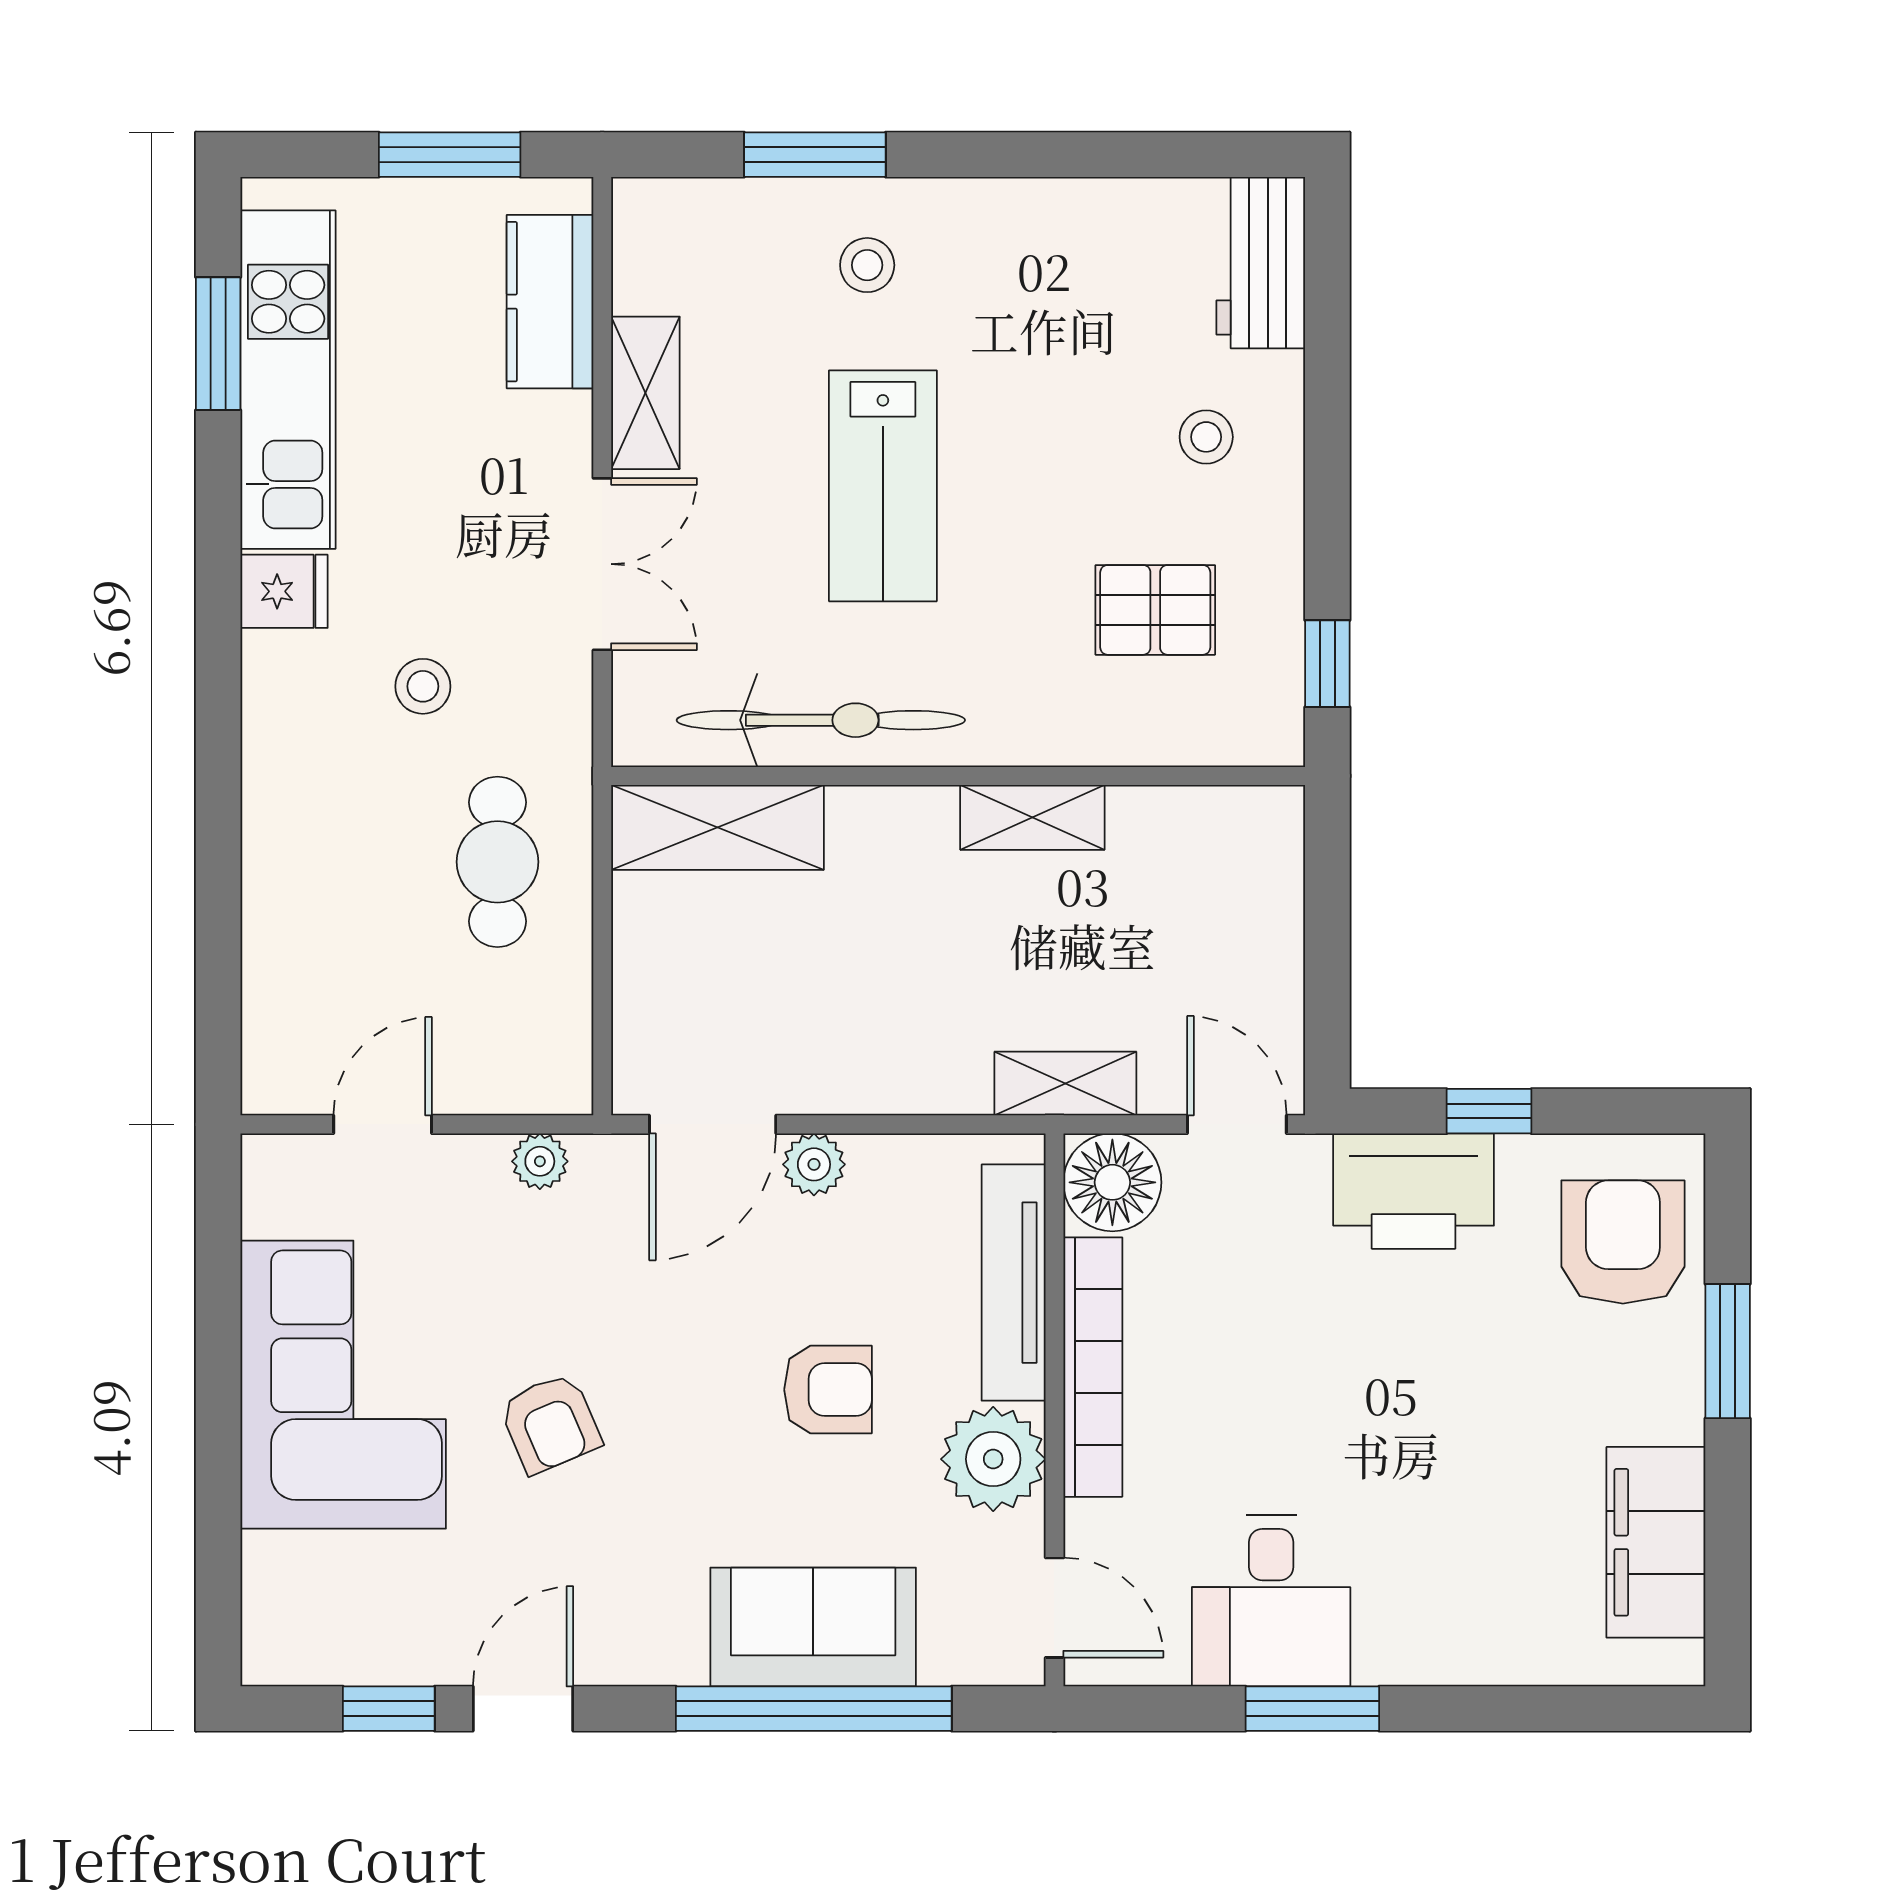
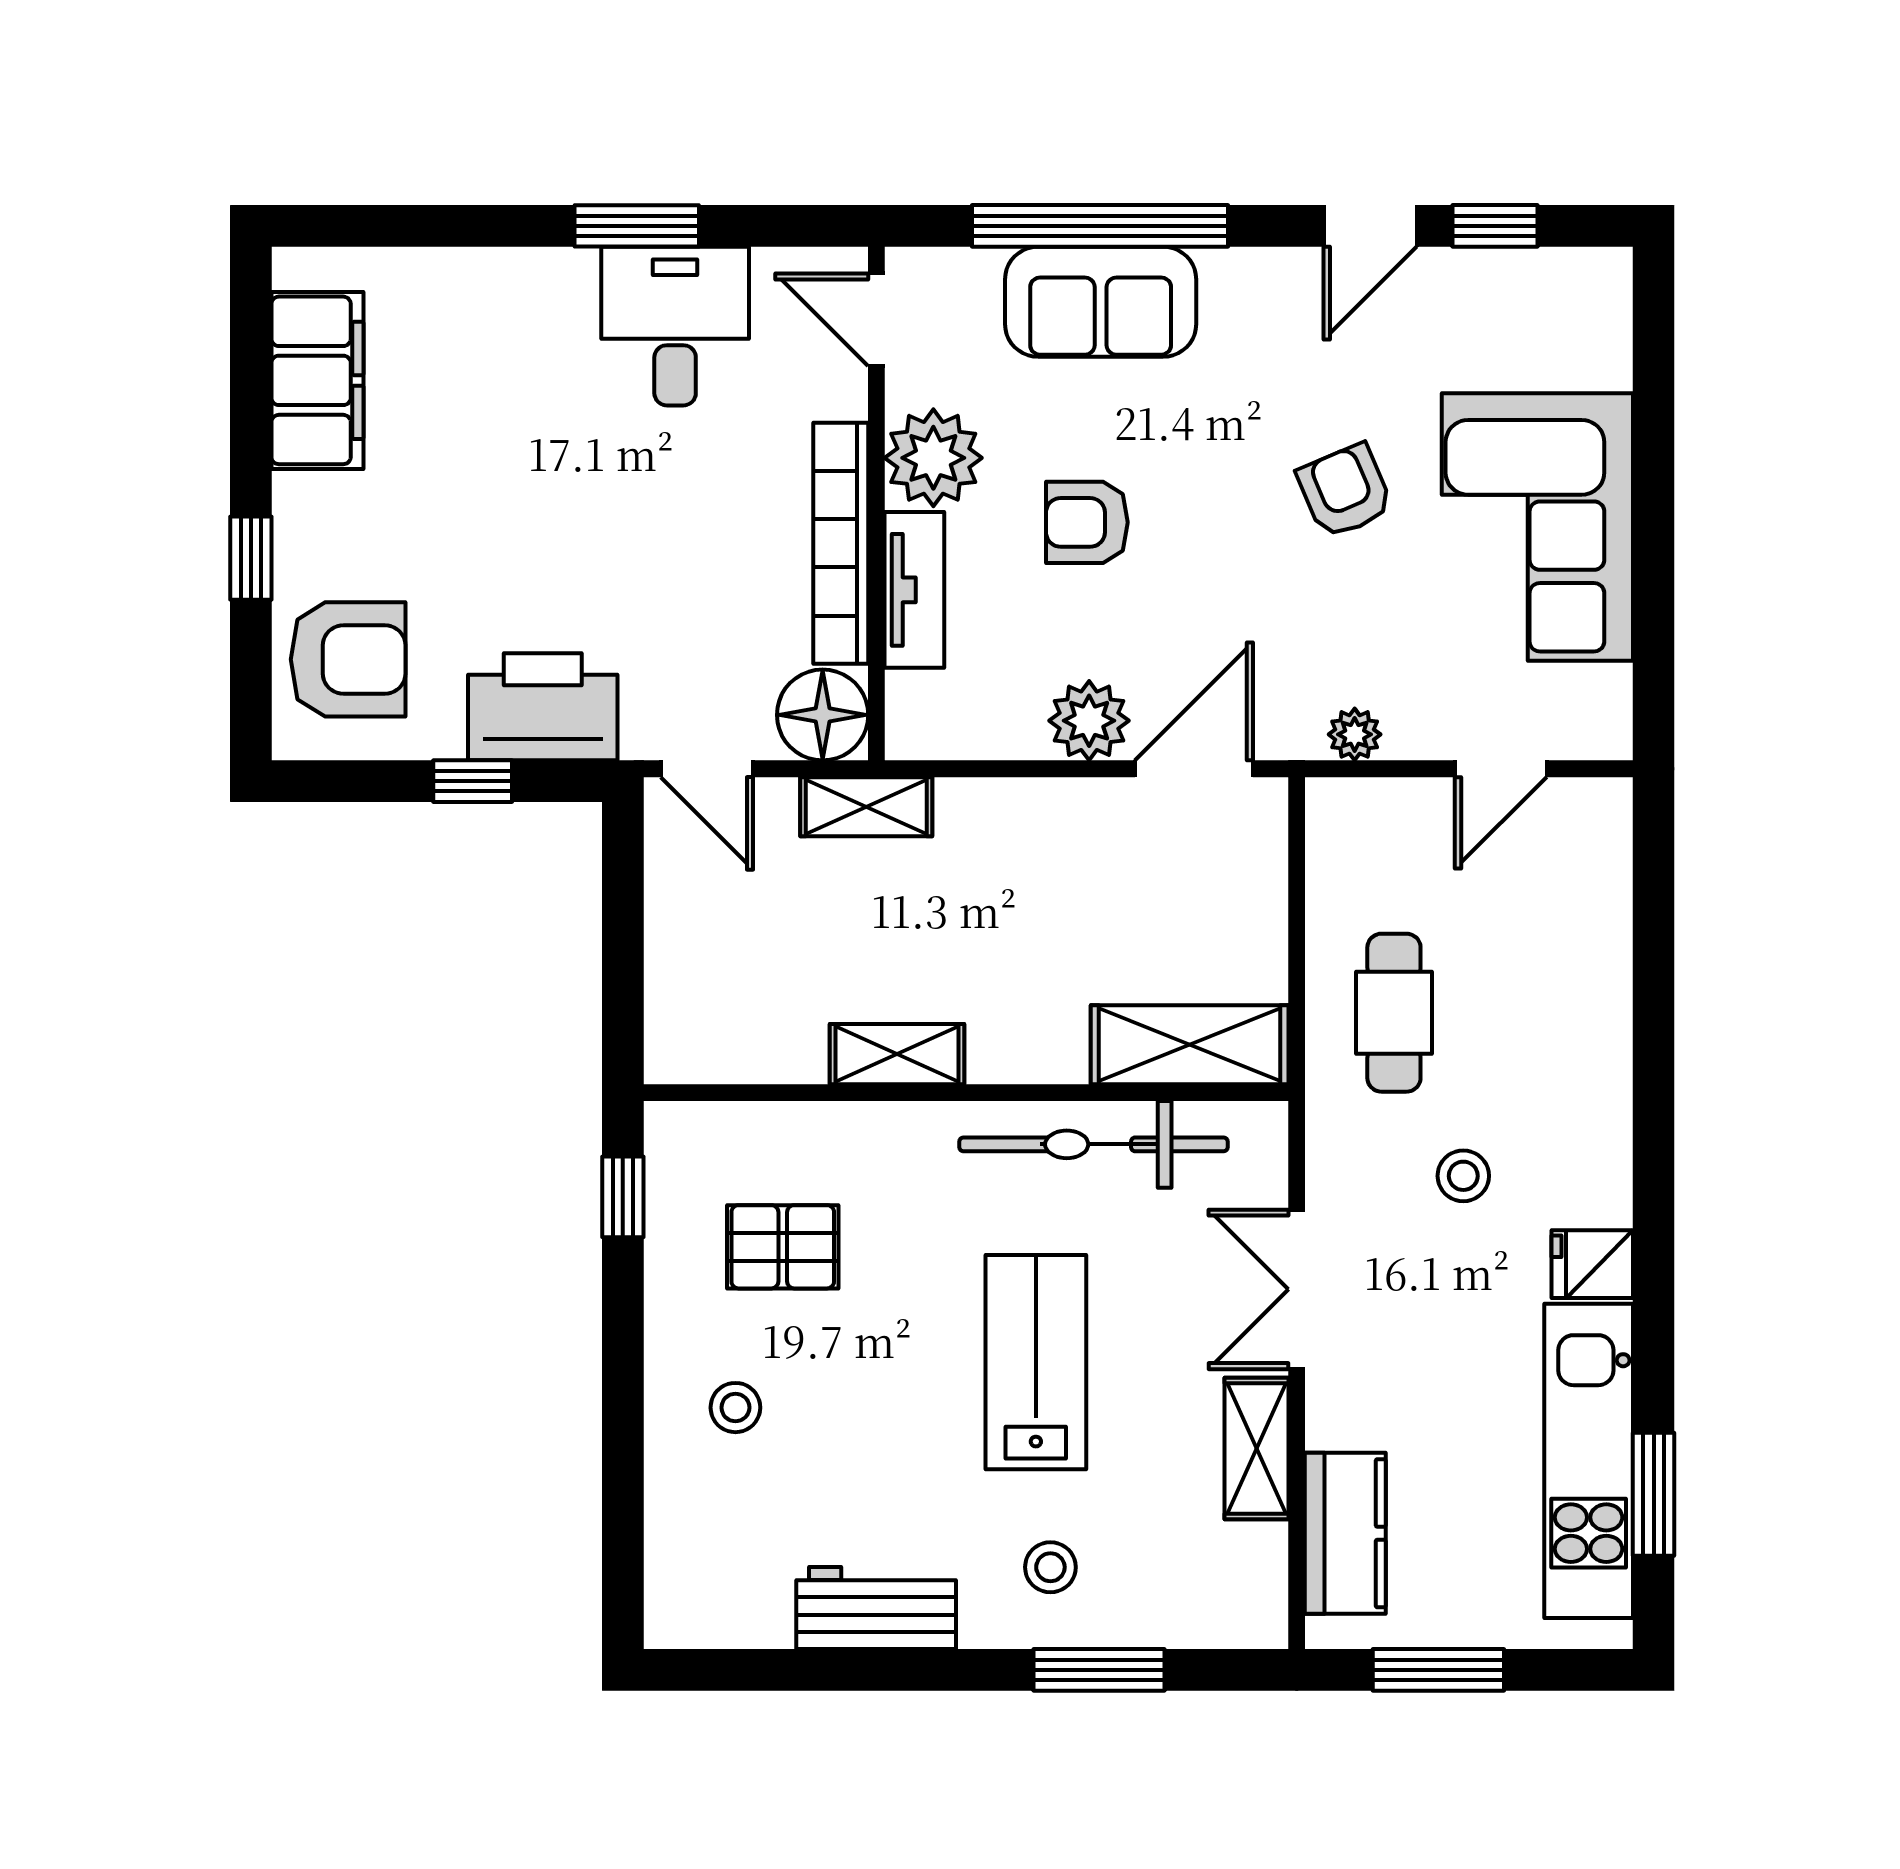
workbench: (1261, 263) -> (876, 1608), moved, turned -90
plant: (814, 1164) -> (1089, 721), width x1.38, depth x1.38
armchair: (1623, 1242) -> (348, 659), turned -90
tv unit: (1014, 1283) -> (914, 590), width x0.71
window: (1728, 1351) -> (251, 558), width x0.67

